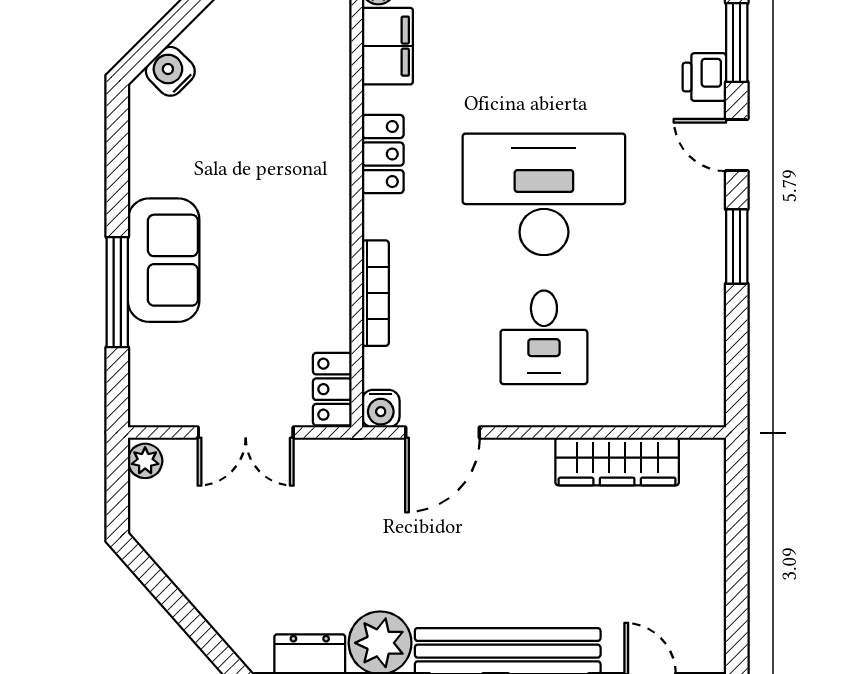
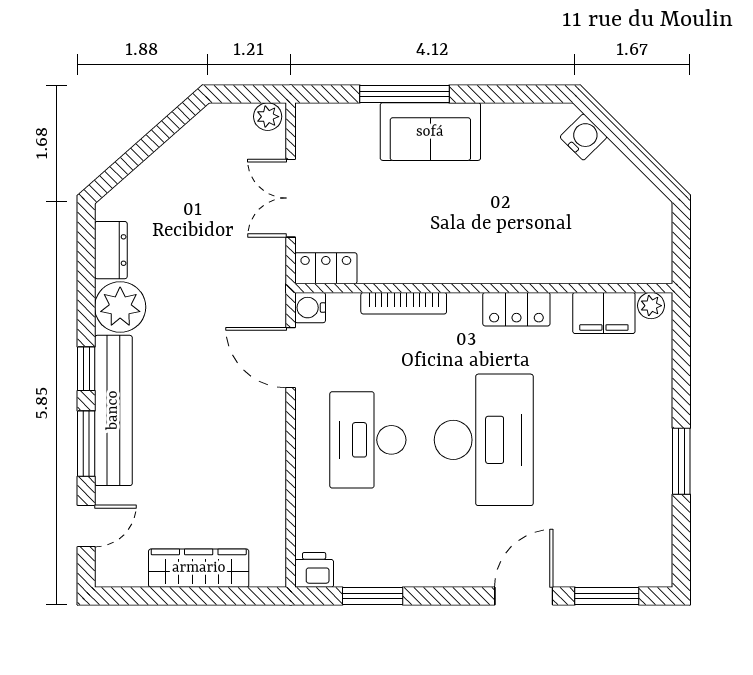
printer: (704, 77) -> (314, 570), moved
door: (737, 145) -> (524, 596), width x1.38
window: (737, 246) -> (373, 596), moved
desk: (544, 337) -> (368, 440), width x1.37
wardrobe: (617, 462) -> (199, 568), moved, turned 90

